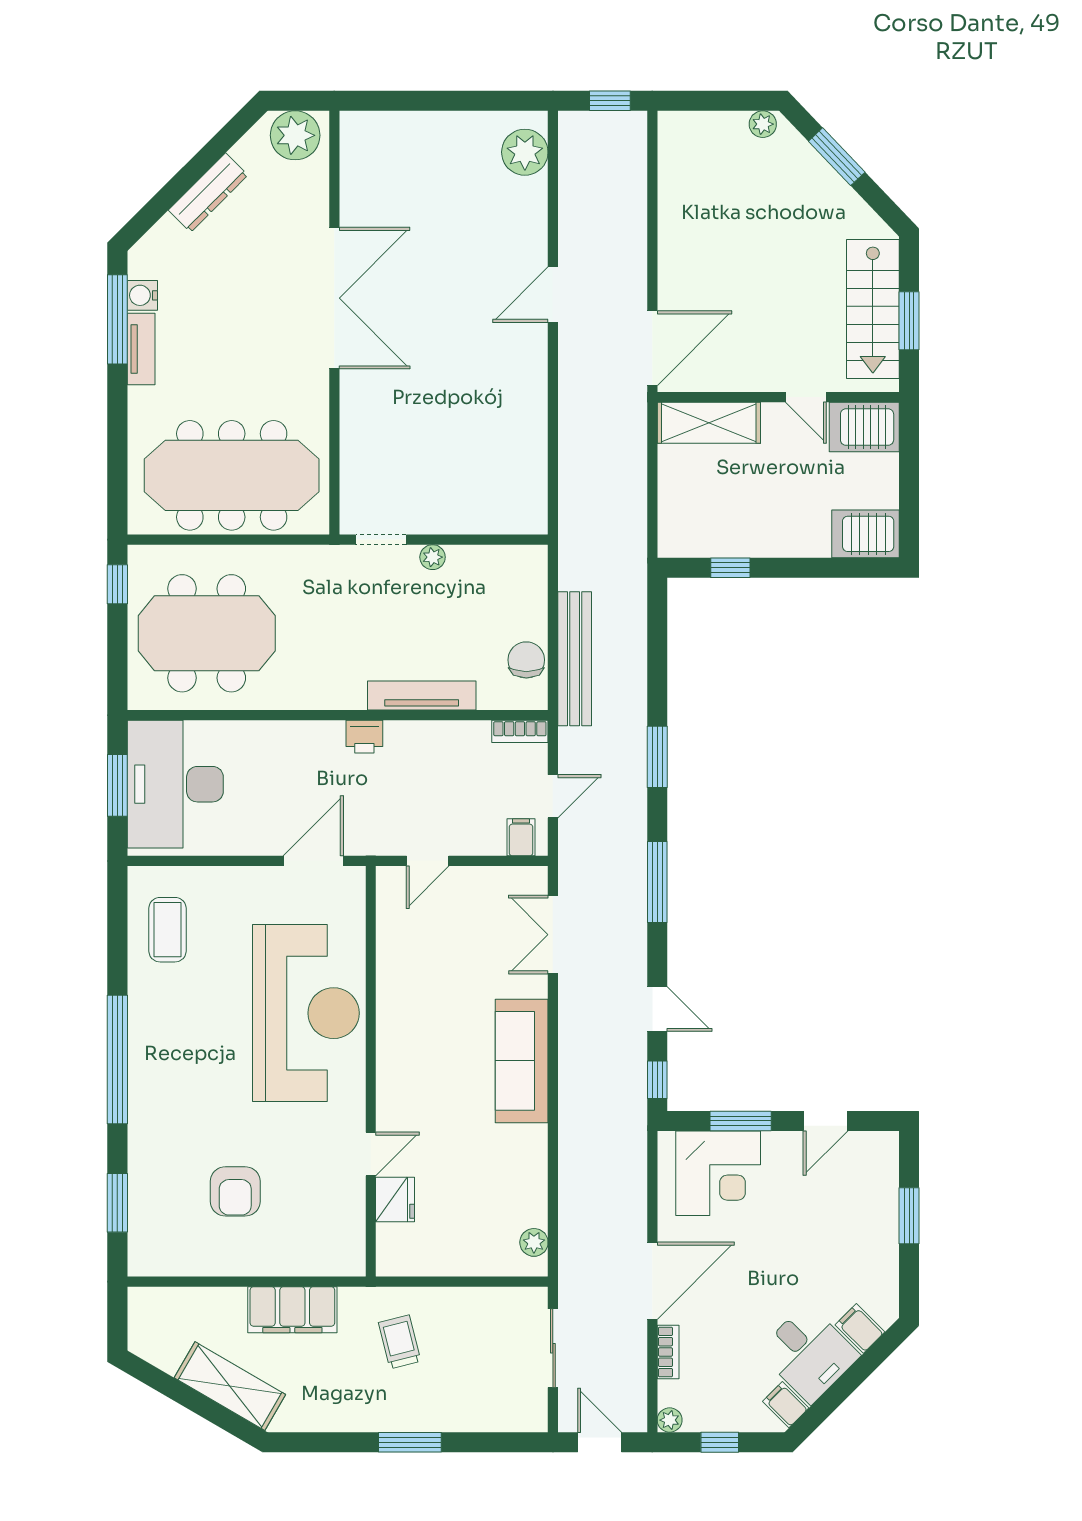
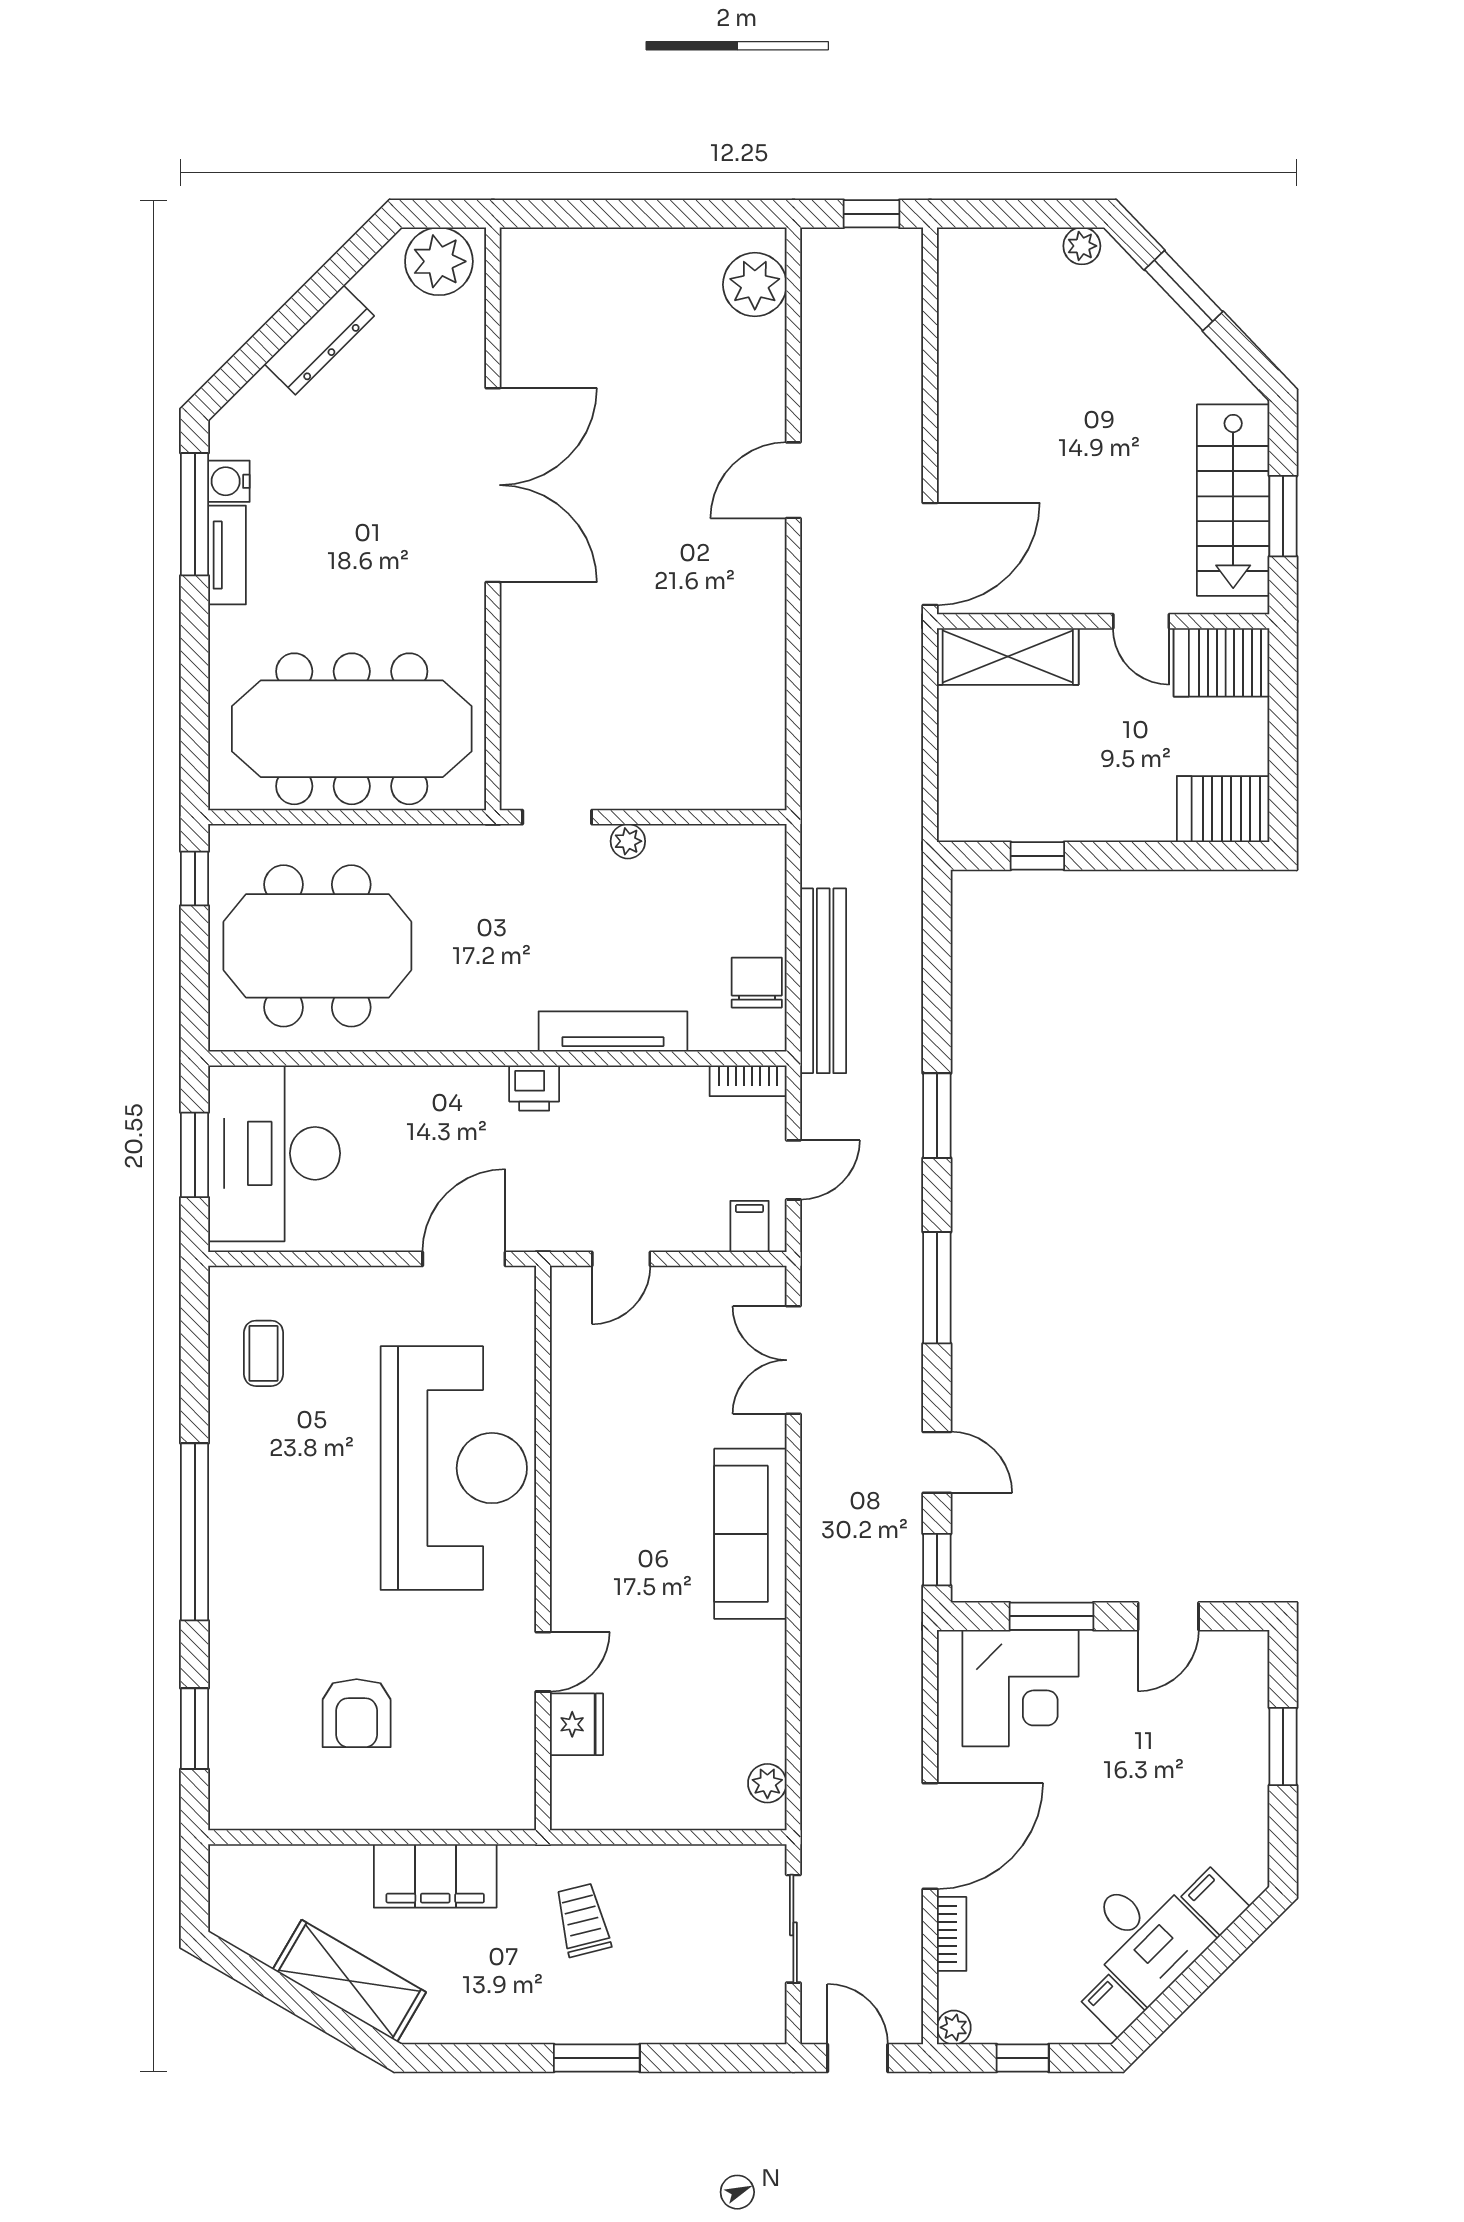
coffee table: (167, 930) -> (264, 1353), width x0.73, depth x0.77

